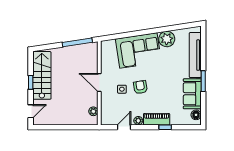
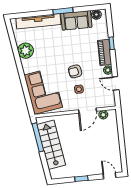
corner sofa: (138, 50) -> (43, 91), moved
stairs: (42, 75) -> (51, 145), moved, turned 81
door: (99, 83) -> (87, 111), moved

